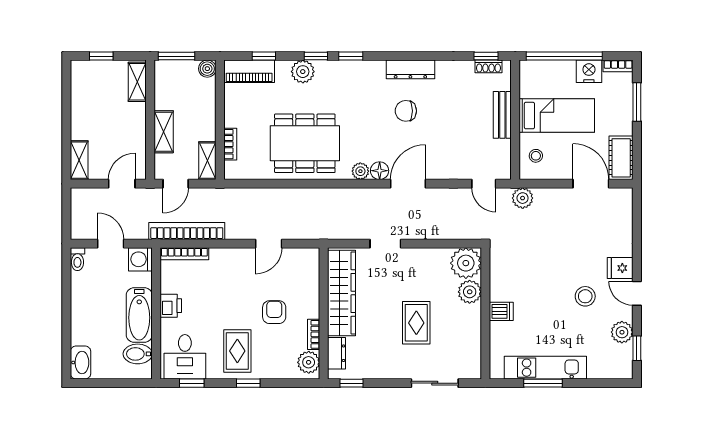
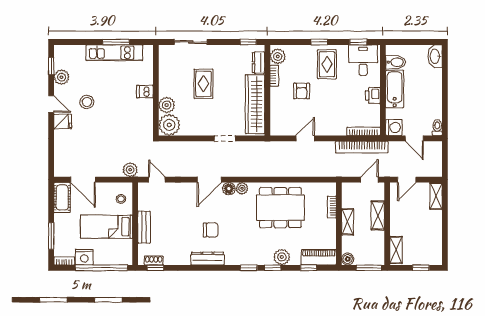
shelving: (207, 161) -> (348, 222), moved

